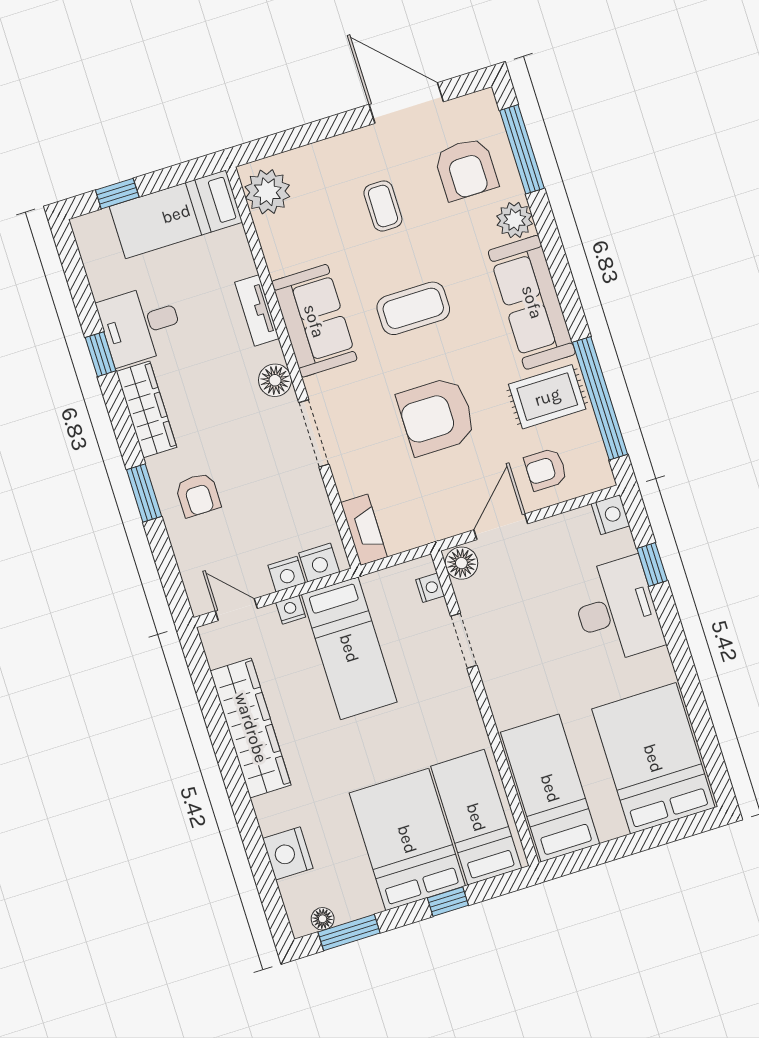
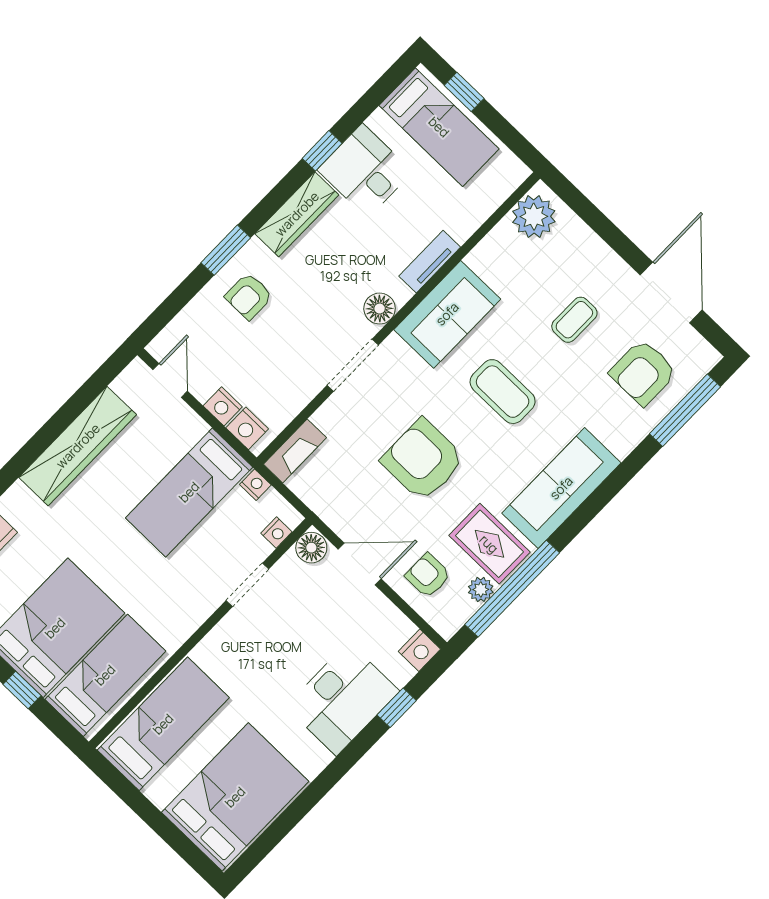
bed: (176, 214) -> (439, 127), moved, turned 180
plant: (515, 220) -> (481, 589), moved, width x0.73, depth x0.73
nightstand: (291, 610) -> (255, 485), moved

